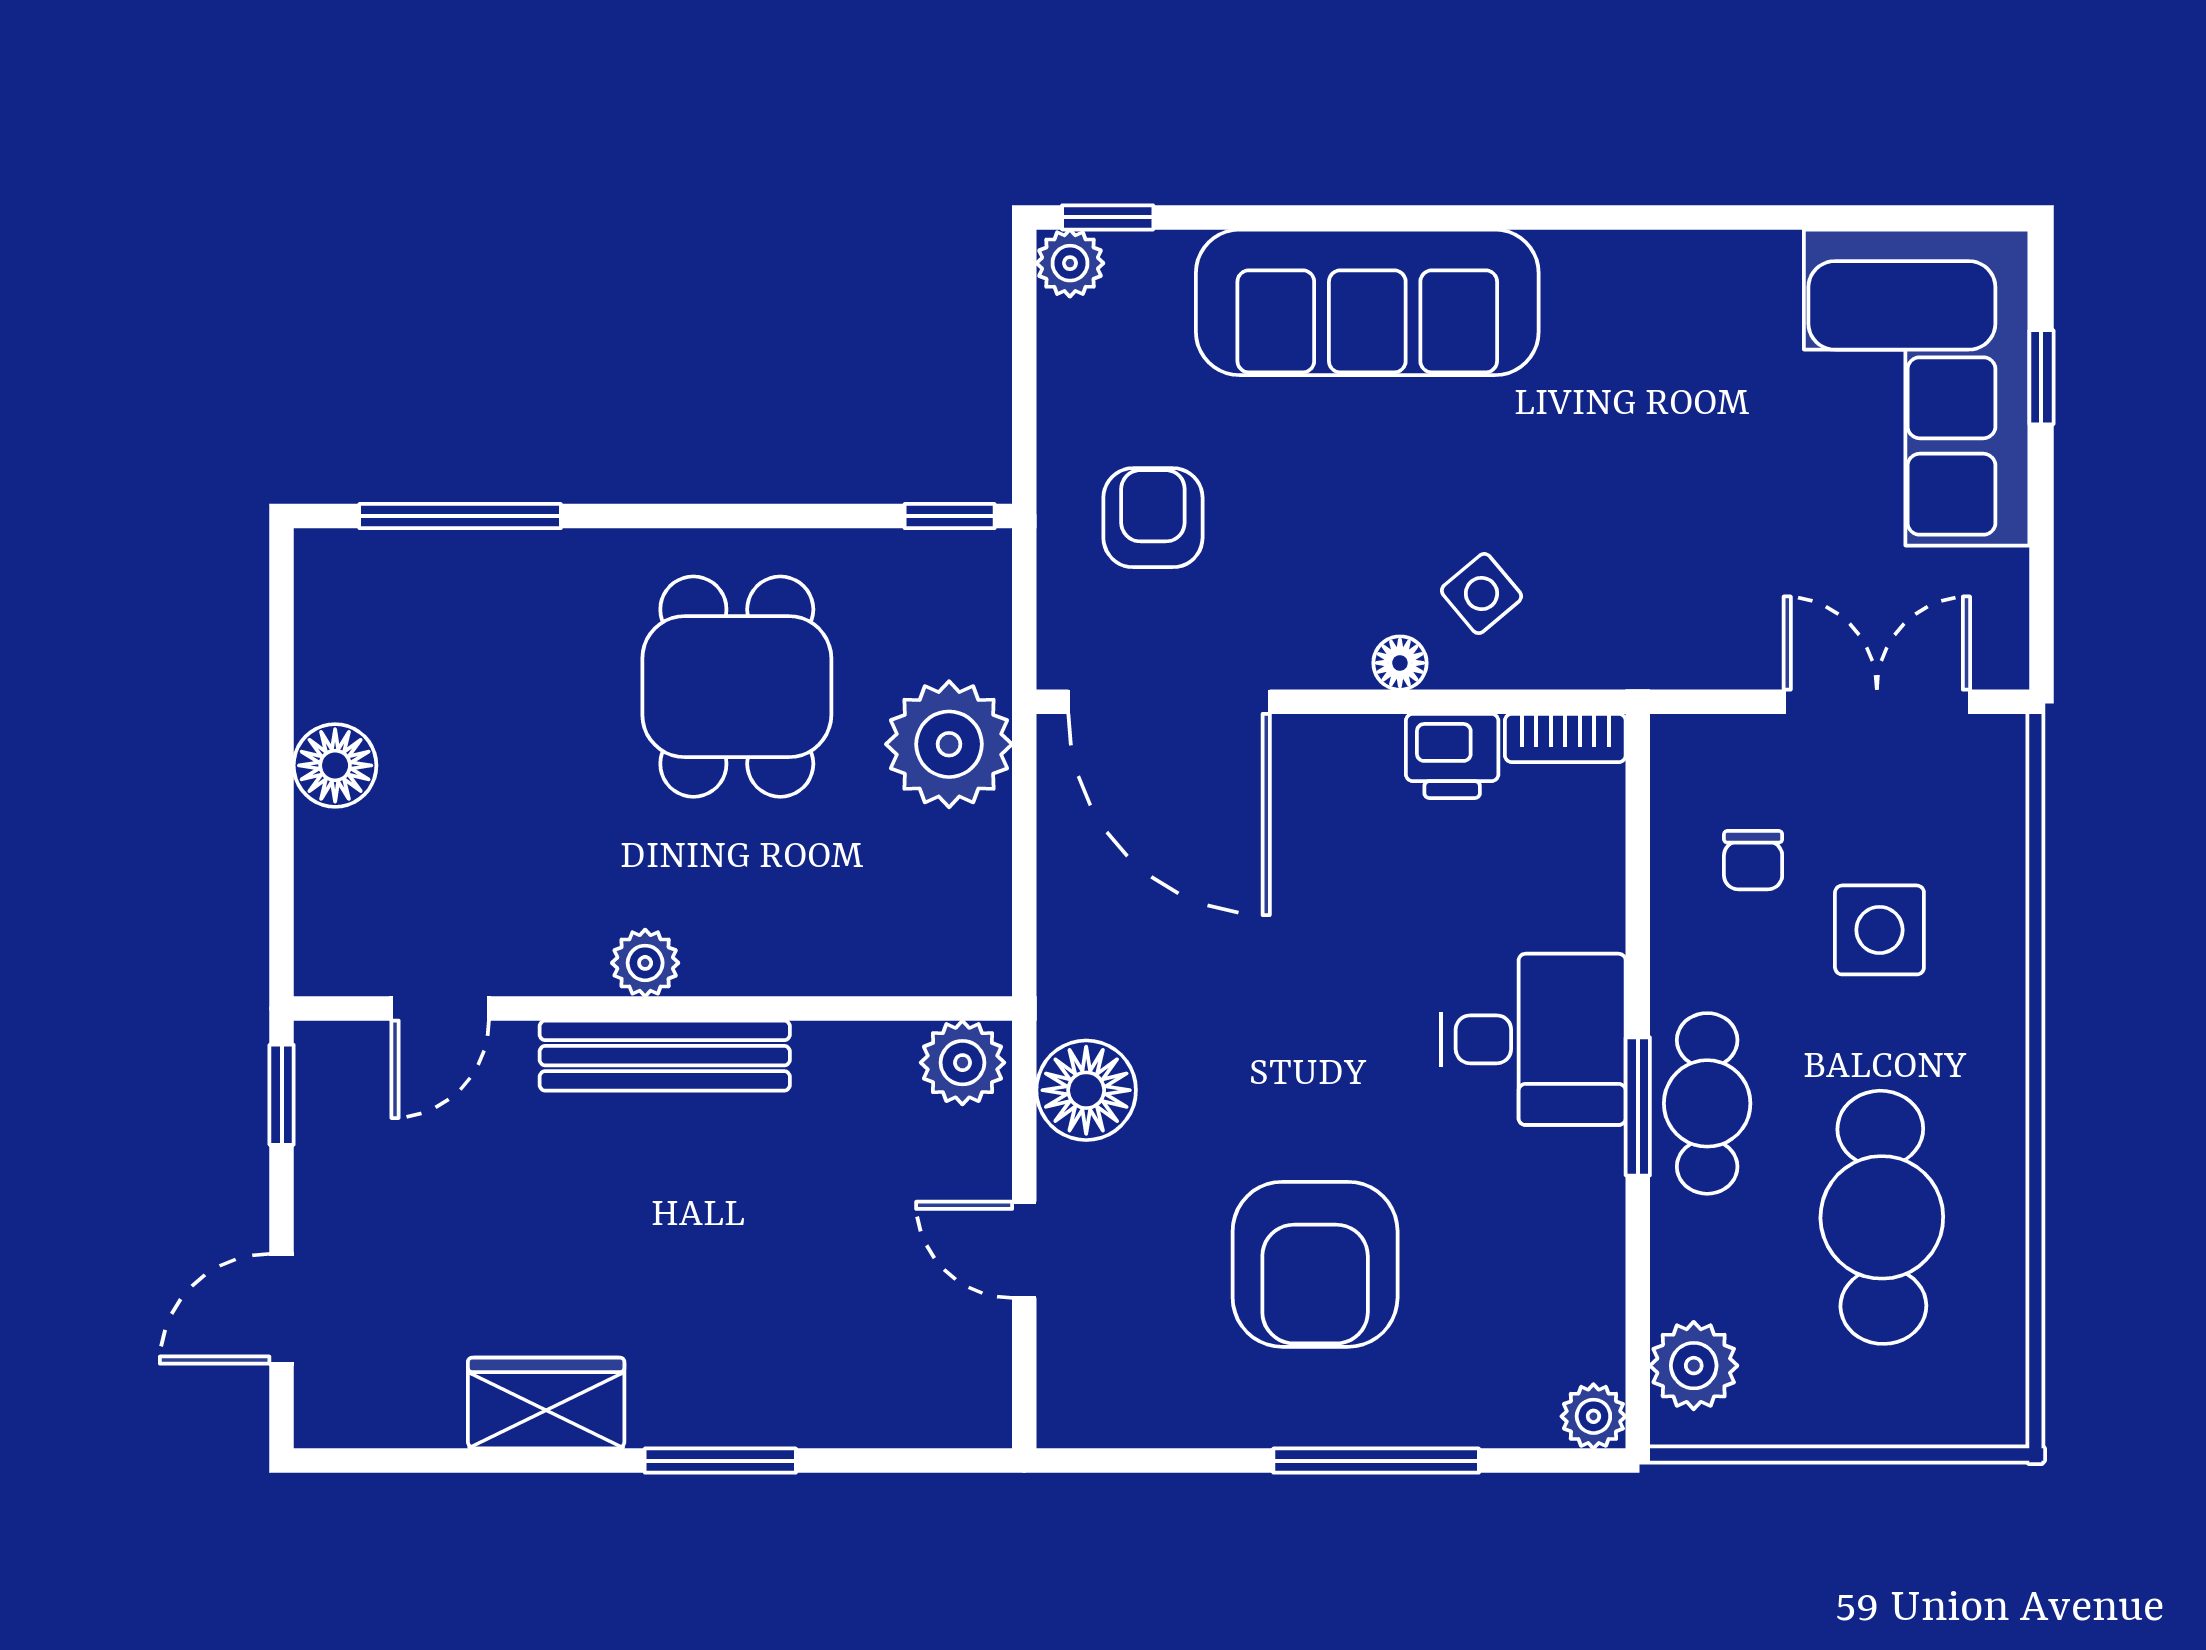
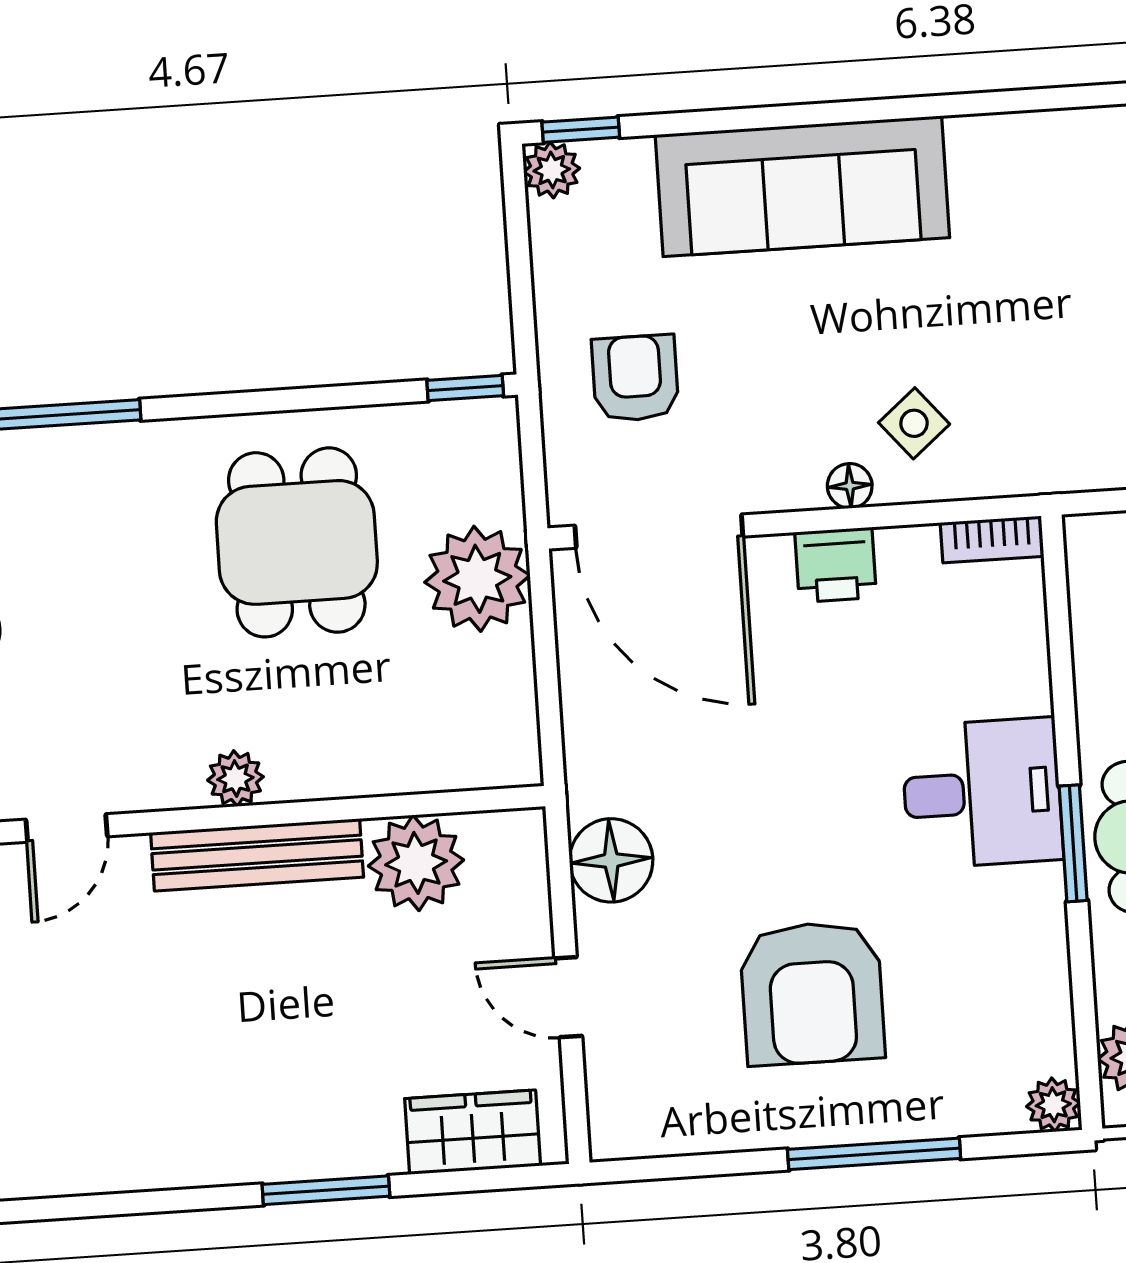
printer: (1452, 756) -> (836, 565), moved
plant: (962, 1063) -> (416, 863), moved, width x1.36, depth x1.36
wardrobe: (546, 1403) -> (473, 1132), moved

